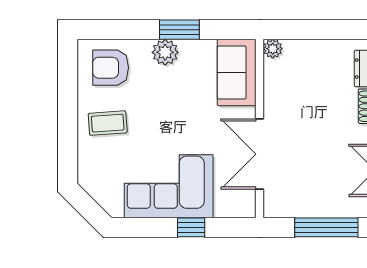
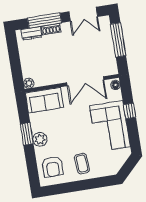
floor lamp: (244, 209) -> (116, 85), added

